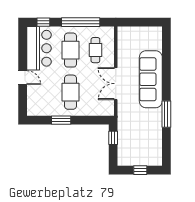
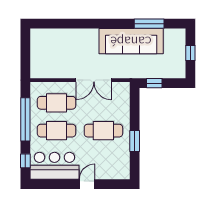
cafe table: (95, 50) -> (57, 103), width x1.37, depth x1.35
sofa: (151, 79) -> (131, 41), moved
window: (166, 114) -> (149, 24), moved

